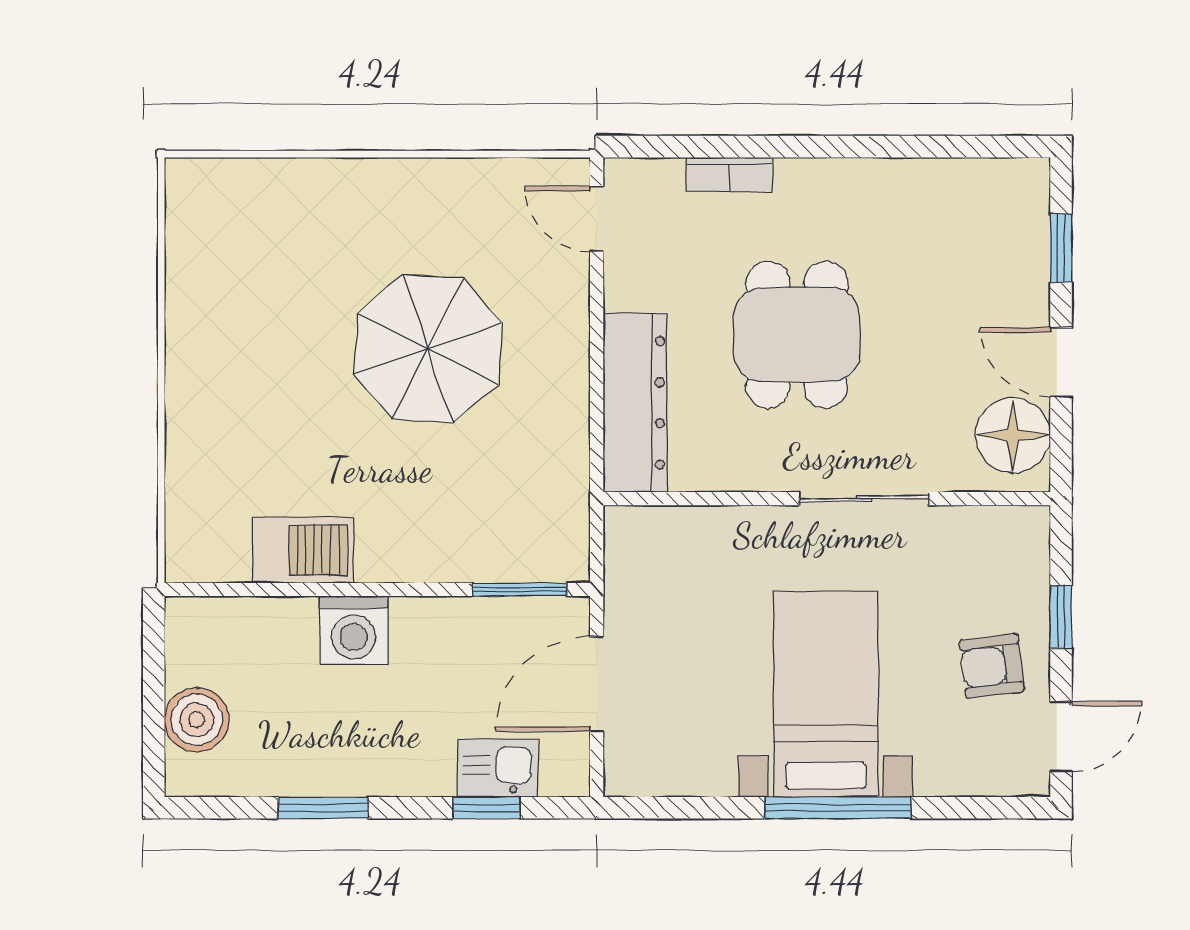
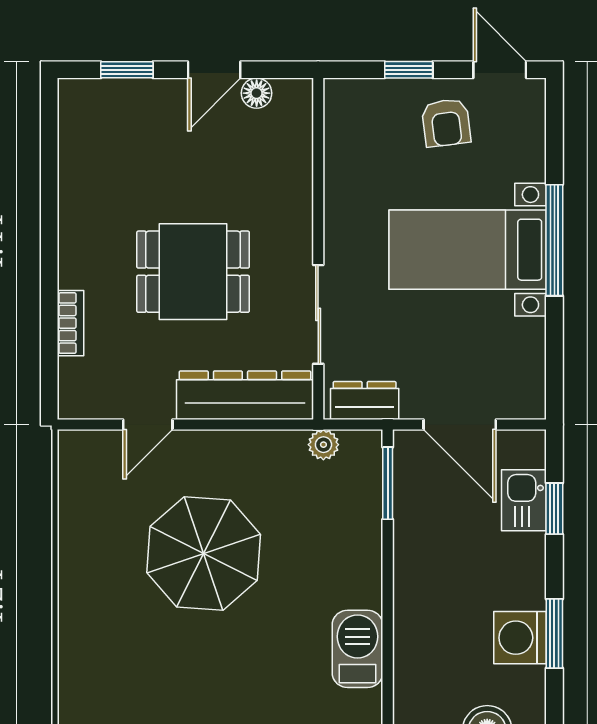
door: (597, 219) -> (148, 424), moved
floor lamp: (1013, 435) -> (257, 93), width x0.53, depth x0.53
sliding door: (864, 499) -> (318, 314), moved
plant: (570, 506) -> (323, 445), added
dresser: (628, 559) -> (365, 401), added
washing machine: (354, 630) -> (520, 638), moved, turned 180

